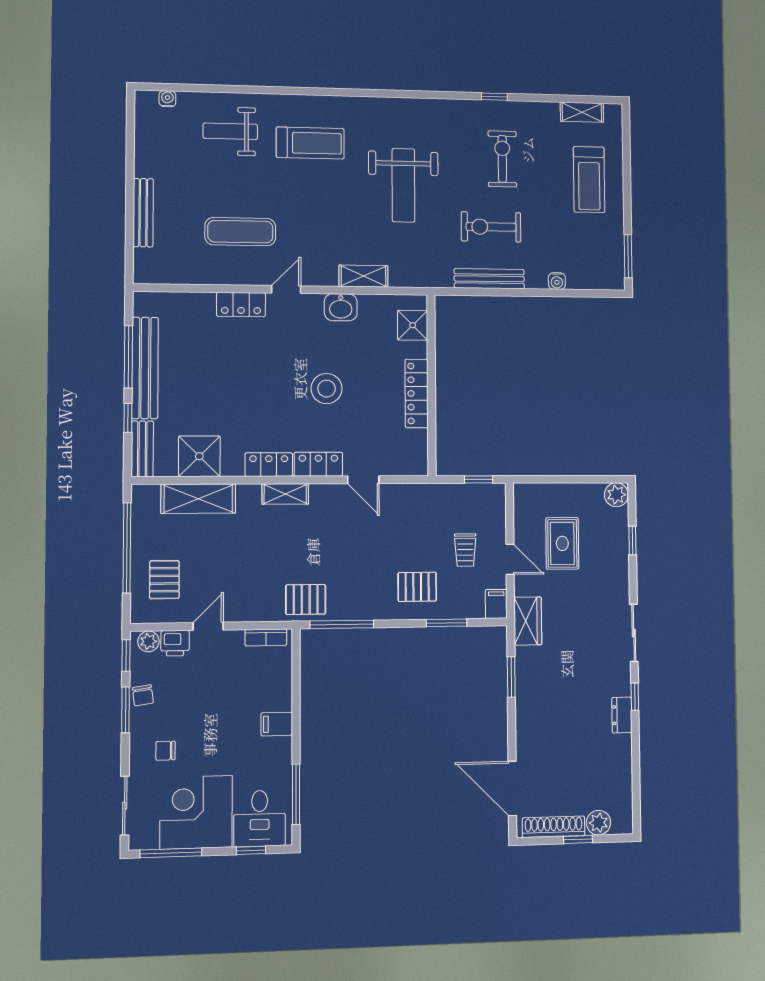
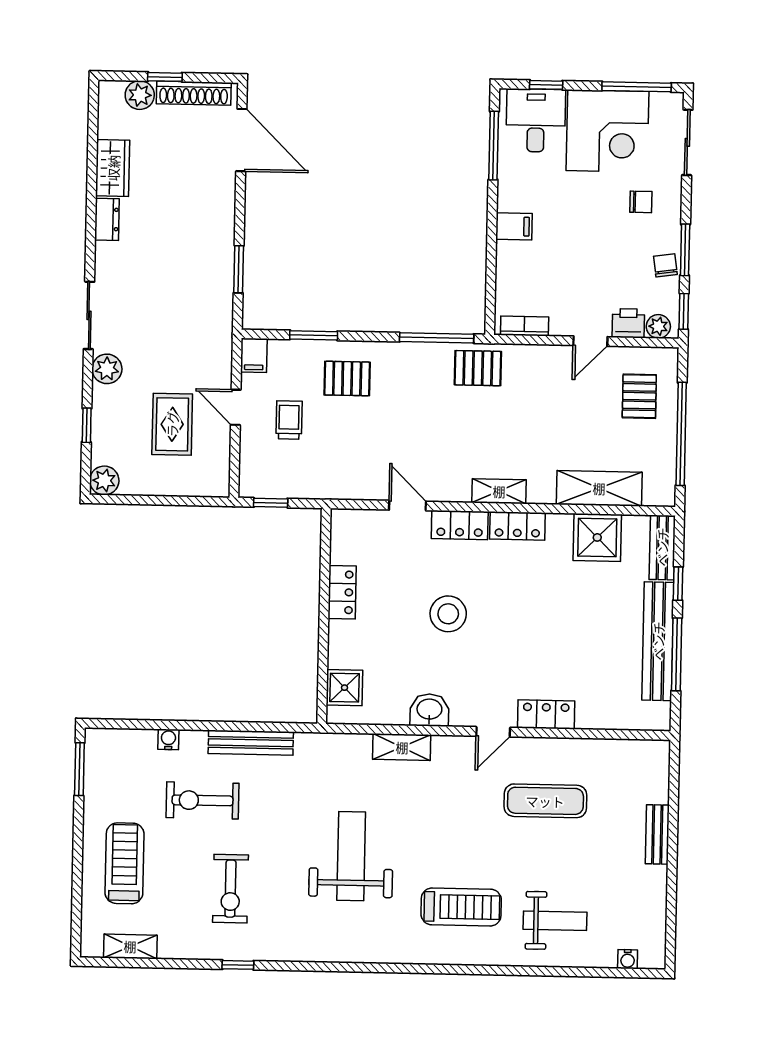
treadmill: (310, 143) -> (461, 907), turned 180
bench: (143, 213) -> (657, 834), width x0.73
exercise bike: (491, 227) -> (203, 800), moved, turned 180
locker: (417, 393) -> (342, 592), width x0.66
plant: (618, 588) -> (107, 369), added
wardrobe: (528, 621) -> (113, 168), moved, turned 180
window: (635, 697) -> (91, 240), removed

